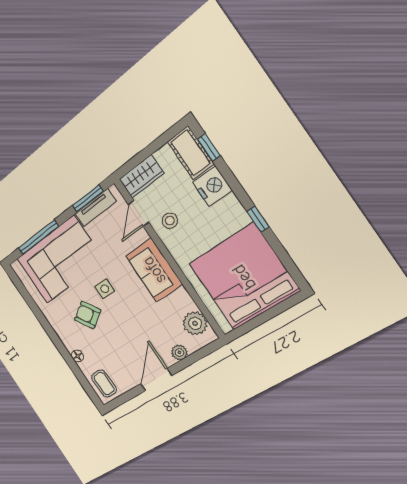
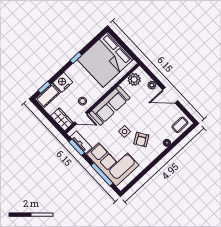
sofa: (154, 270) -> (110, 105), width x1.36

